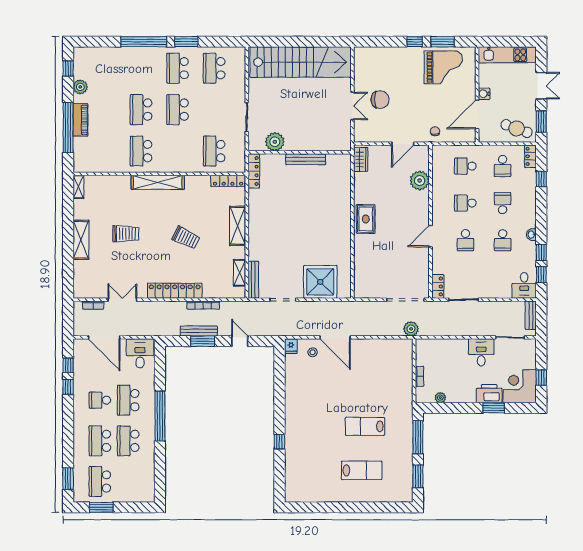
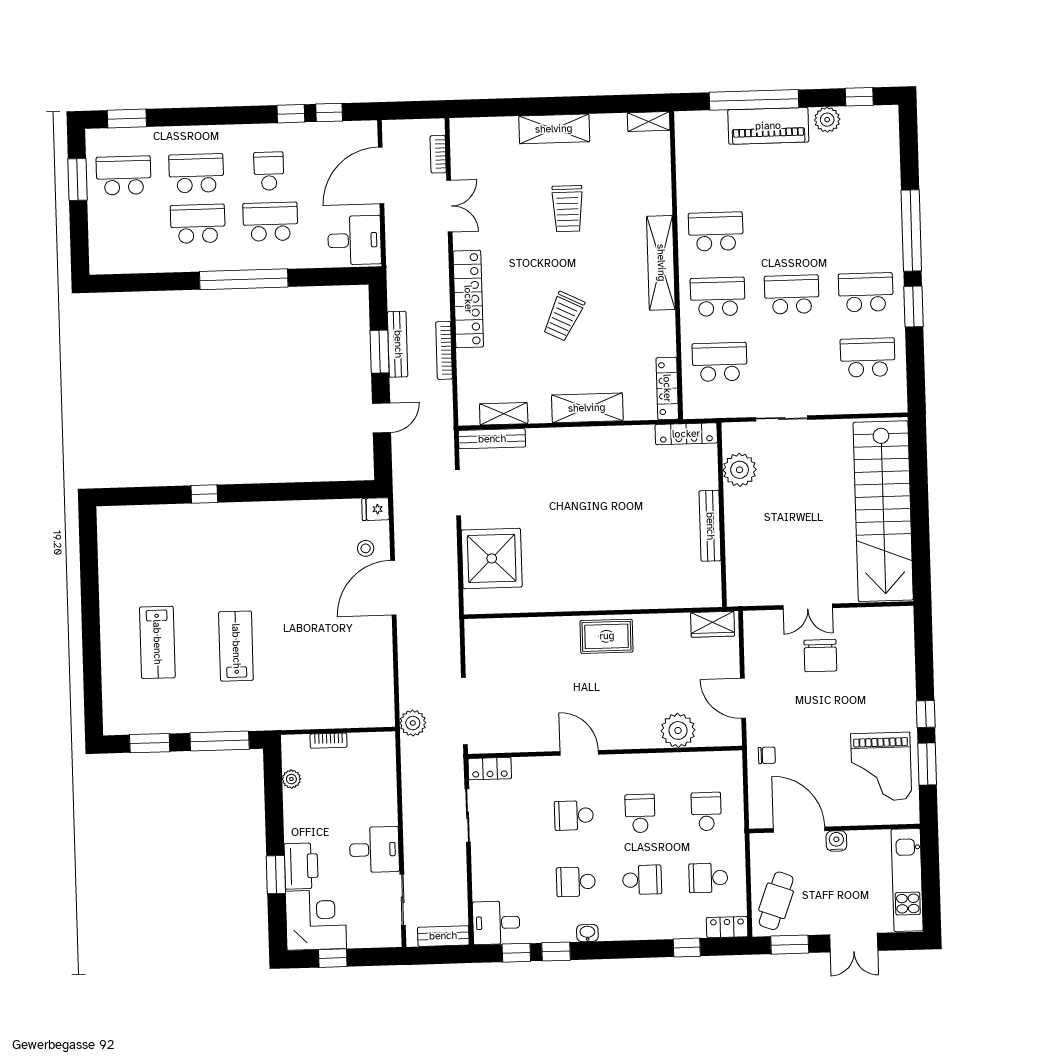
school desk: (141, 110) -> (718, 297), moved
piano: (80, 120) -> (768, 126), width x1.37, depth x1.33

